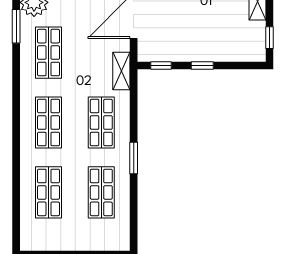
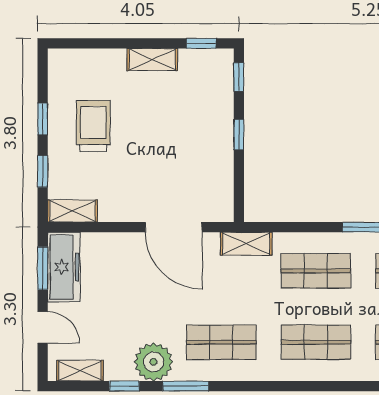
window: (161, 65) -> (239, 77), moved

